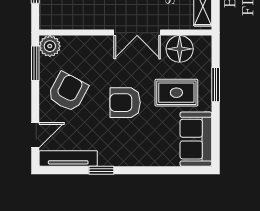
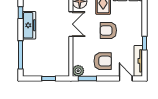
armchair: (68, 92) -> (103, 61), turned 152
armchair: (125, 103) -> (108, 30), turned 90

